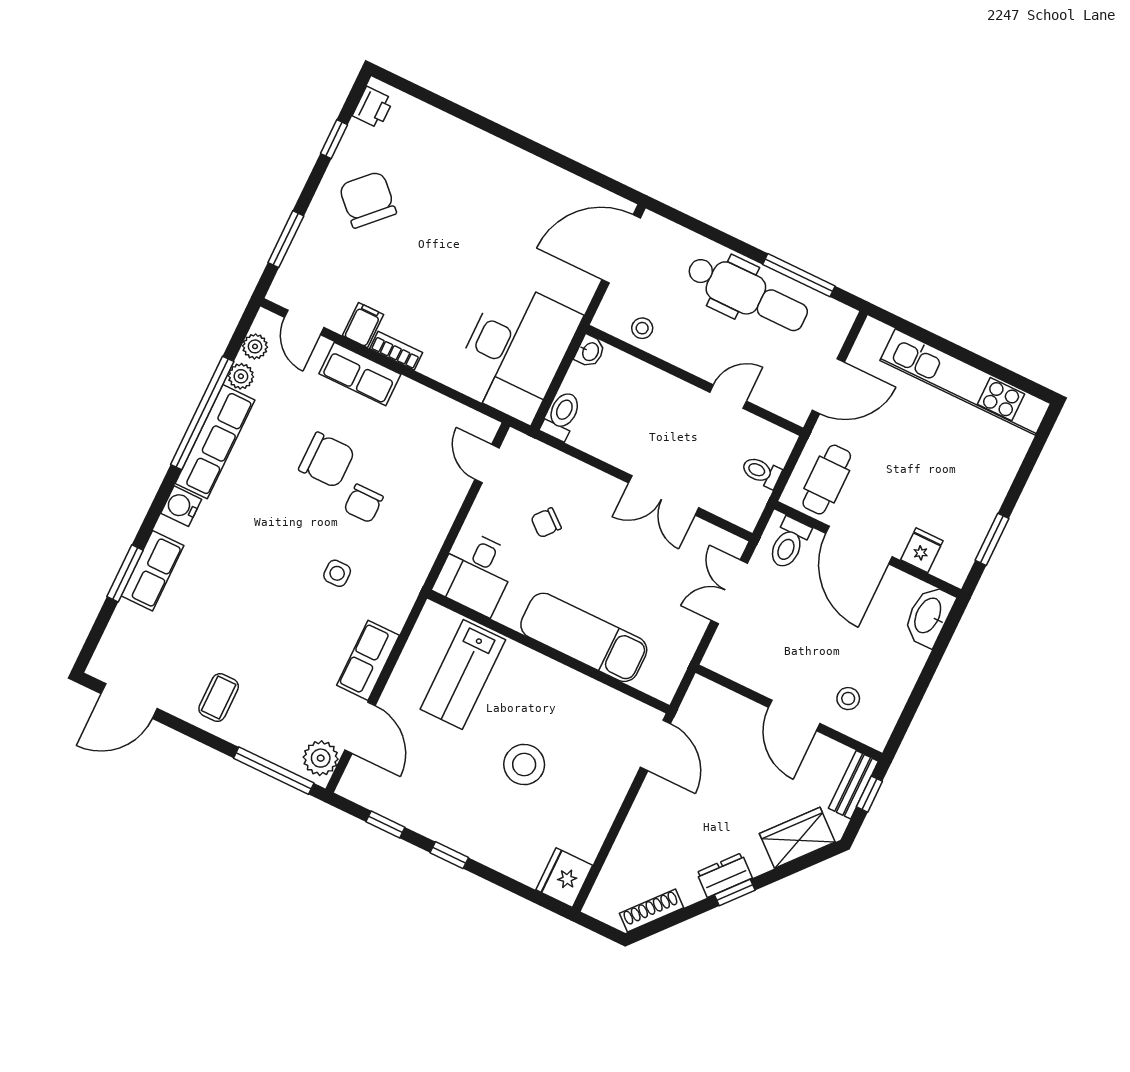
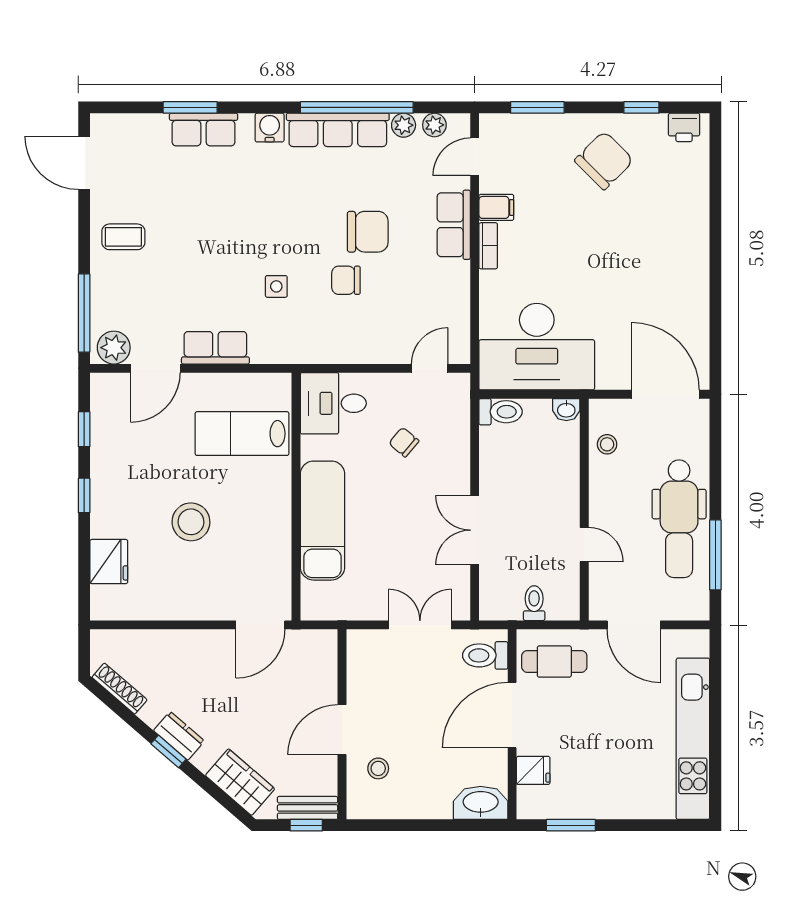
chair: (327, 460) -> (368, 232), turned -90
fridge: (564, 878) -> (109, 562), moved, turned 90

